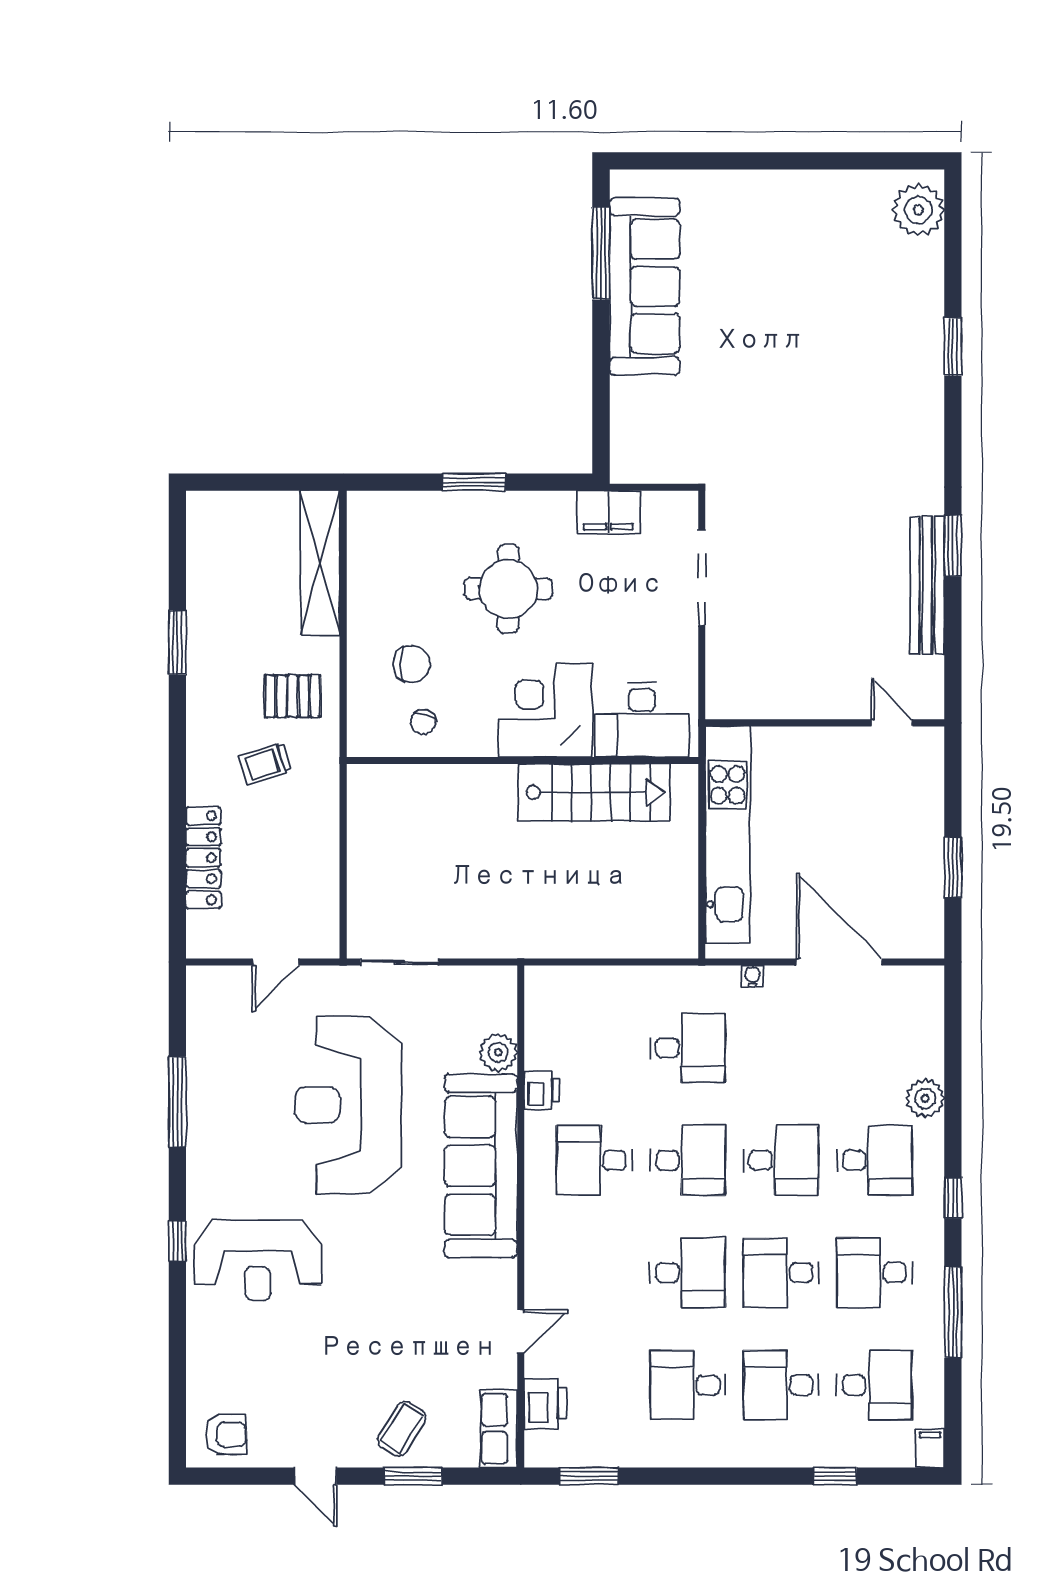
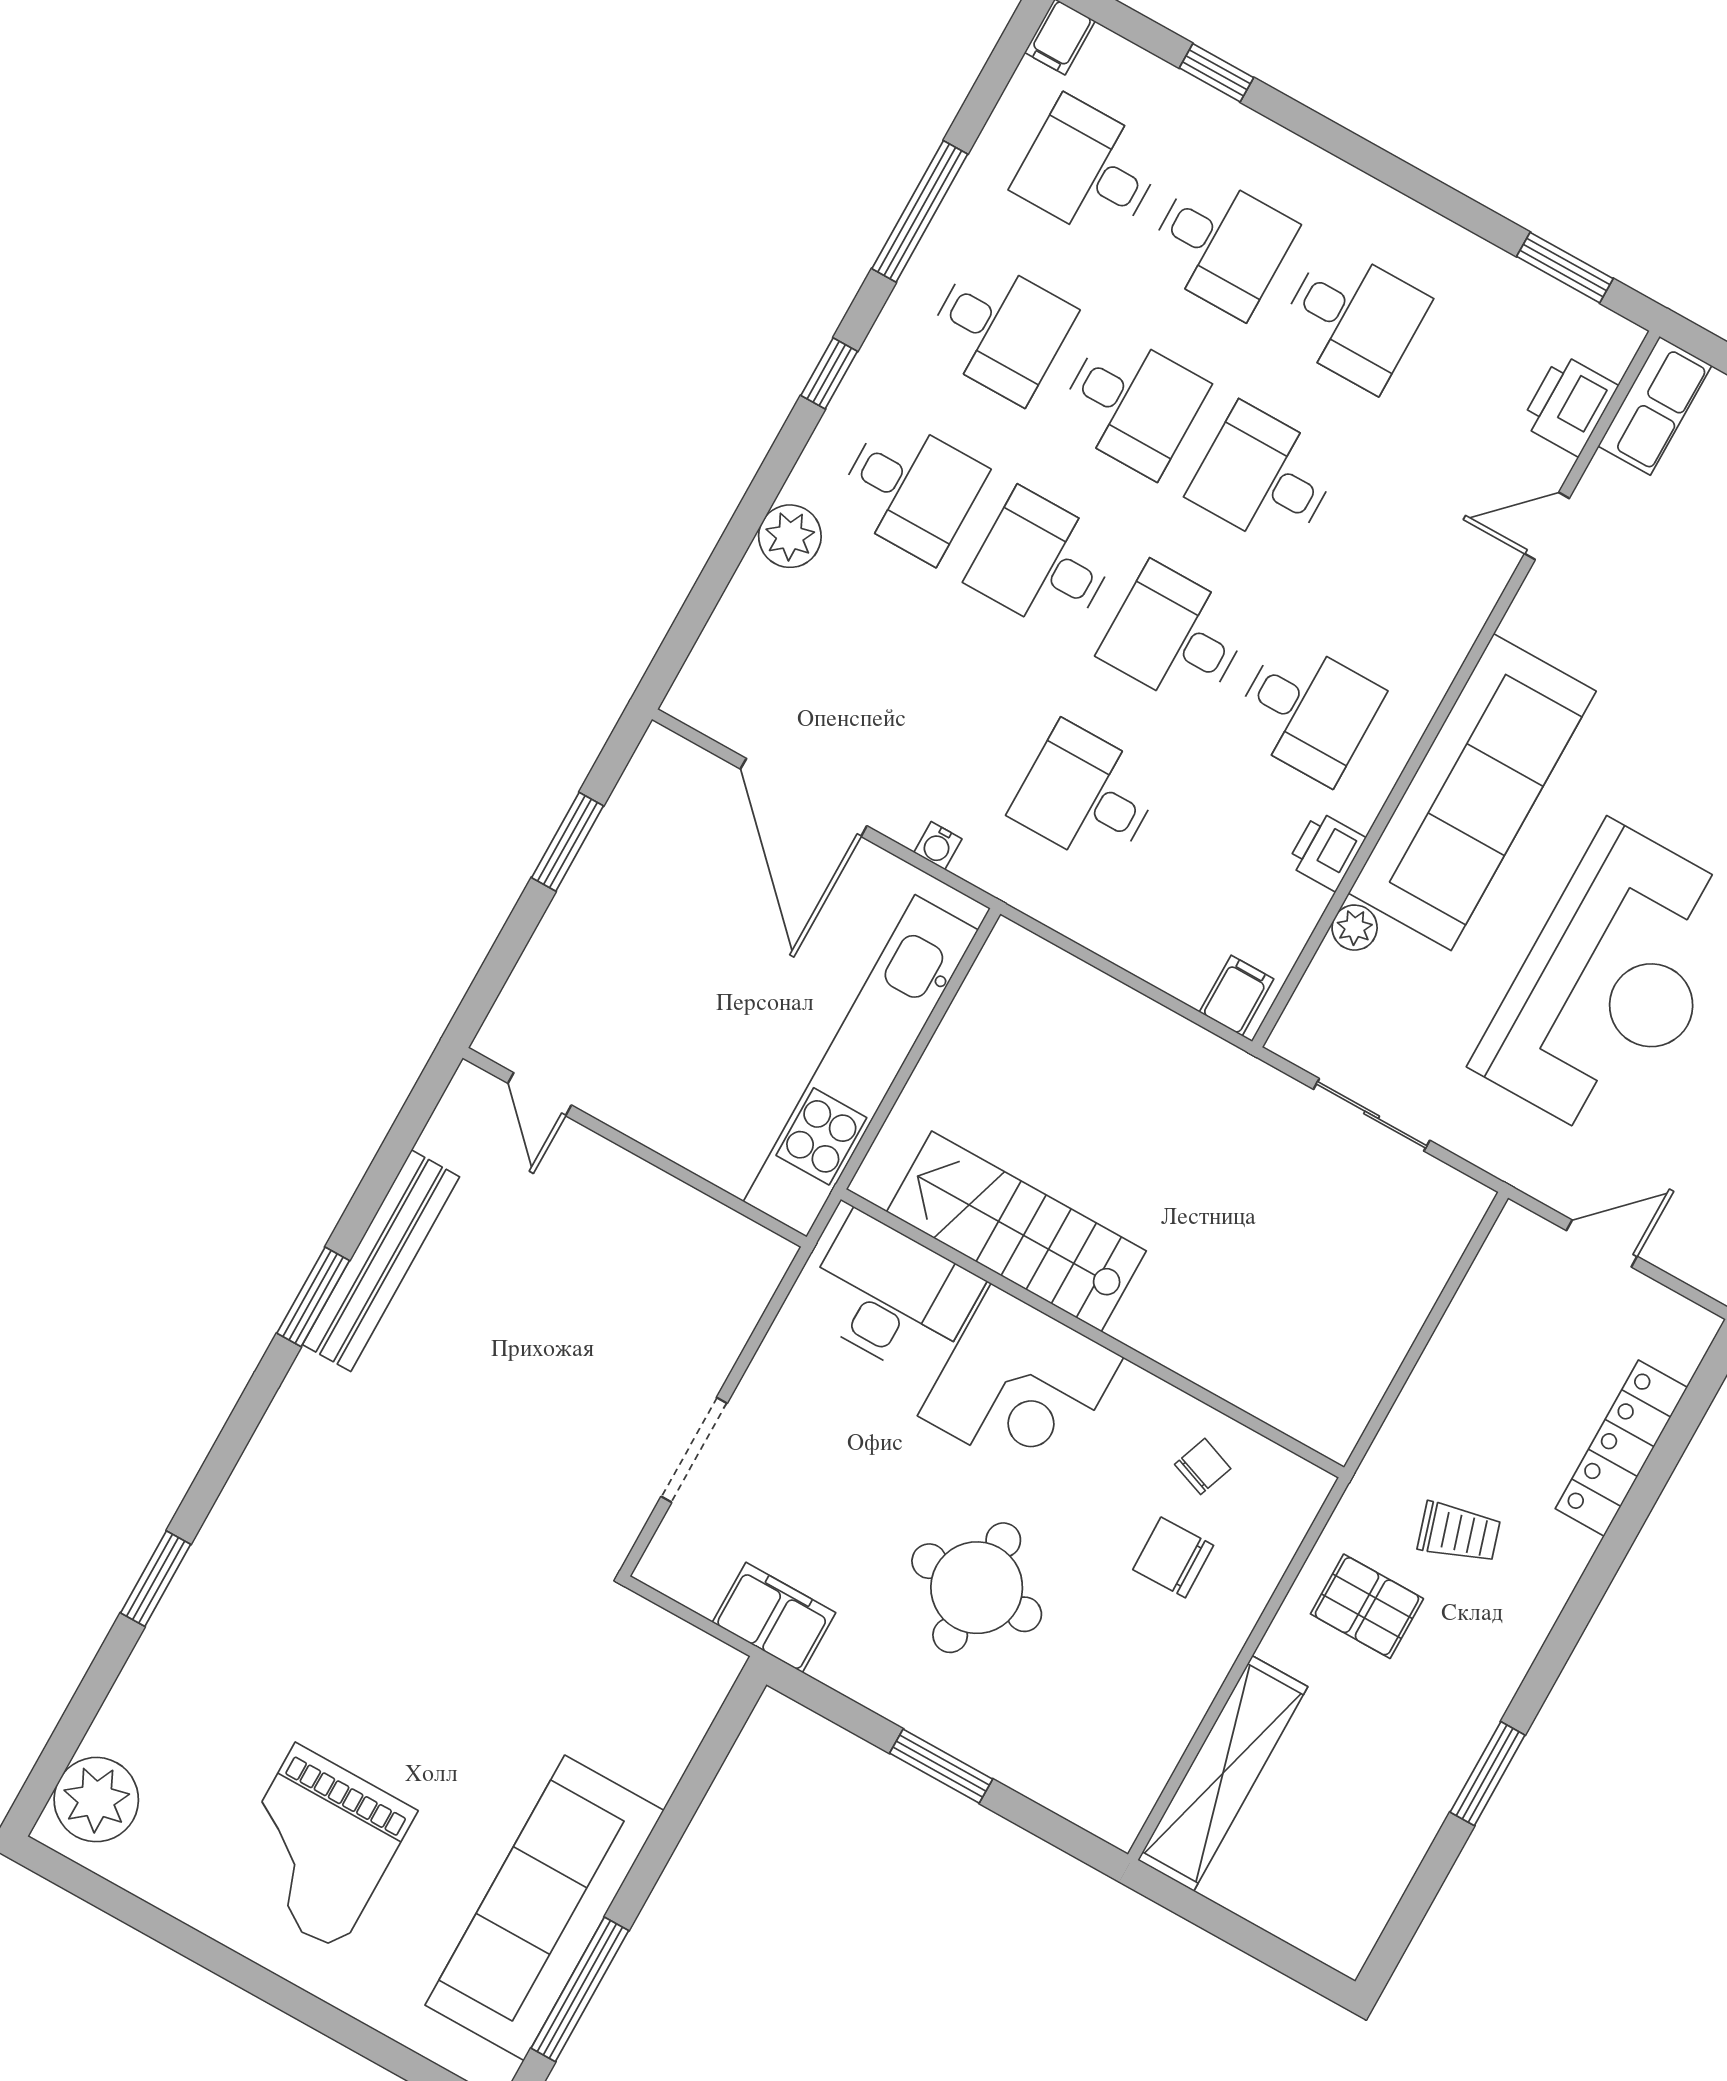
grand piano: (785, 251) -> (317, 1847), added
doorway: (702, 578) -> (694, 1450), width x0.73
sliding door: (400, 962) -> (1372, 1115), moved
filing cabinet: (547, 986) -> (1237, 996), added
plant: (498, 1052) -> (1355, 928), width x0.73, depth x0.73
desk: (874, 1160) -> (911, 489), turned 180

